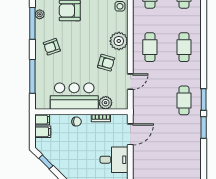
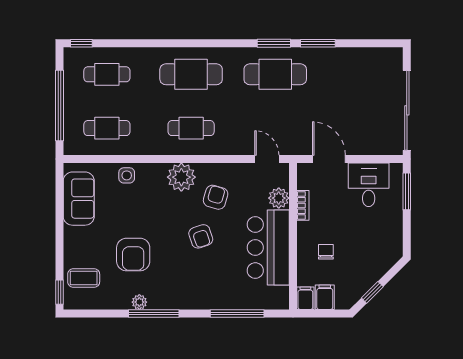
armchair: (52, 47) -> (201, 236), moved
cafe table: (184, 47) -> (191, 74), width x1.37, depth x1.35
door: (130, 82) -> (267, 159), moved
cafe table: (184, 100) -> (275, 74), width x1.37, depth x1.35
chair: (76, 122) -> (326, 252), moved

